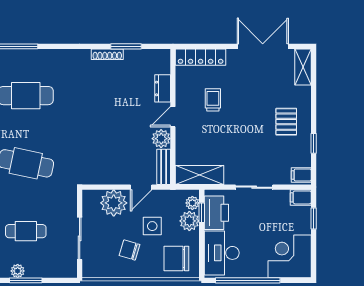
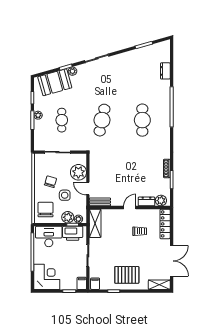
door: (173, 117) -> (130, 207), hinge flipped
pallet: (286, 122) -> (127, 275), width x1.50, depth x1.42
plant: (161, 139) -> (161, 201), moved

